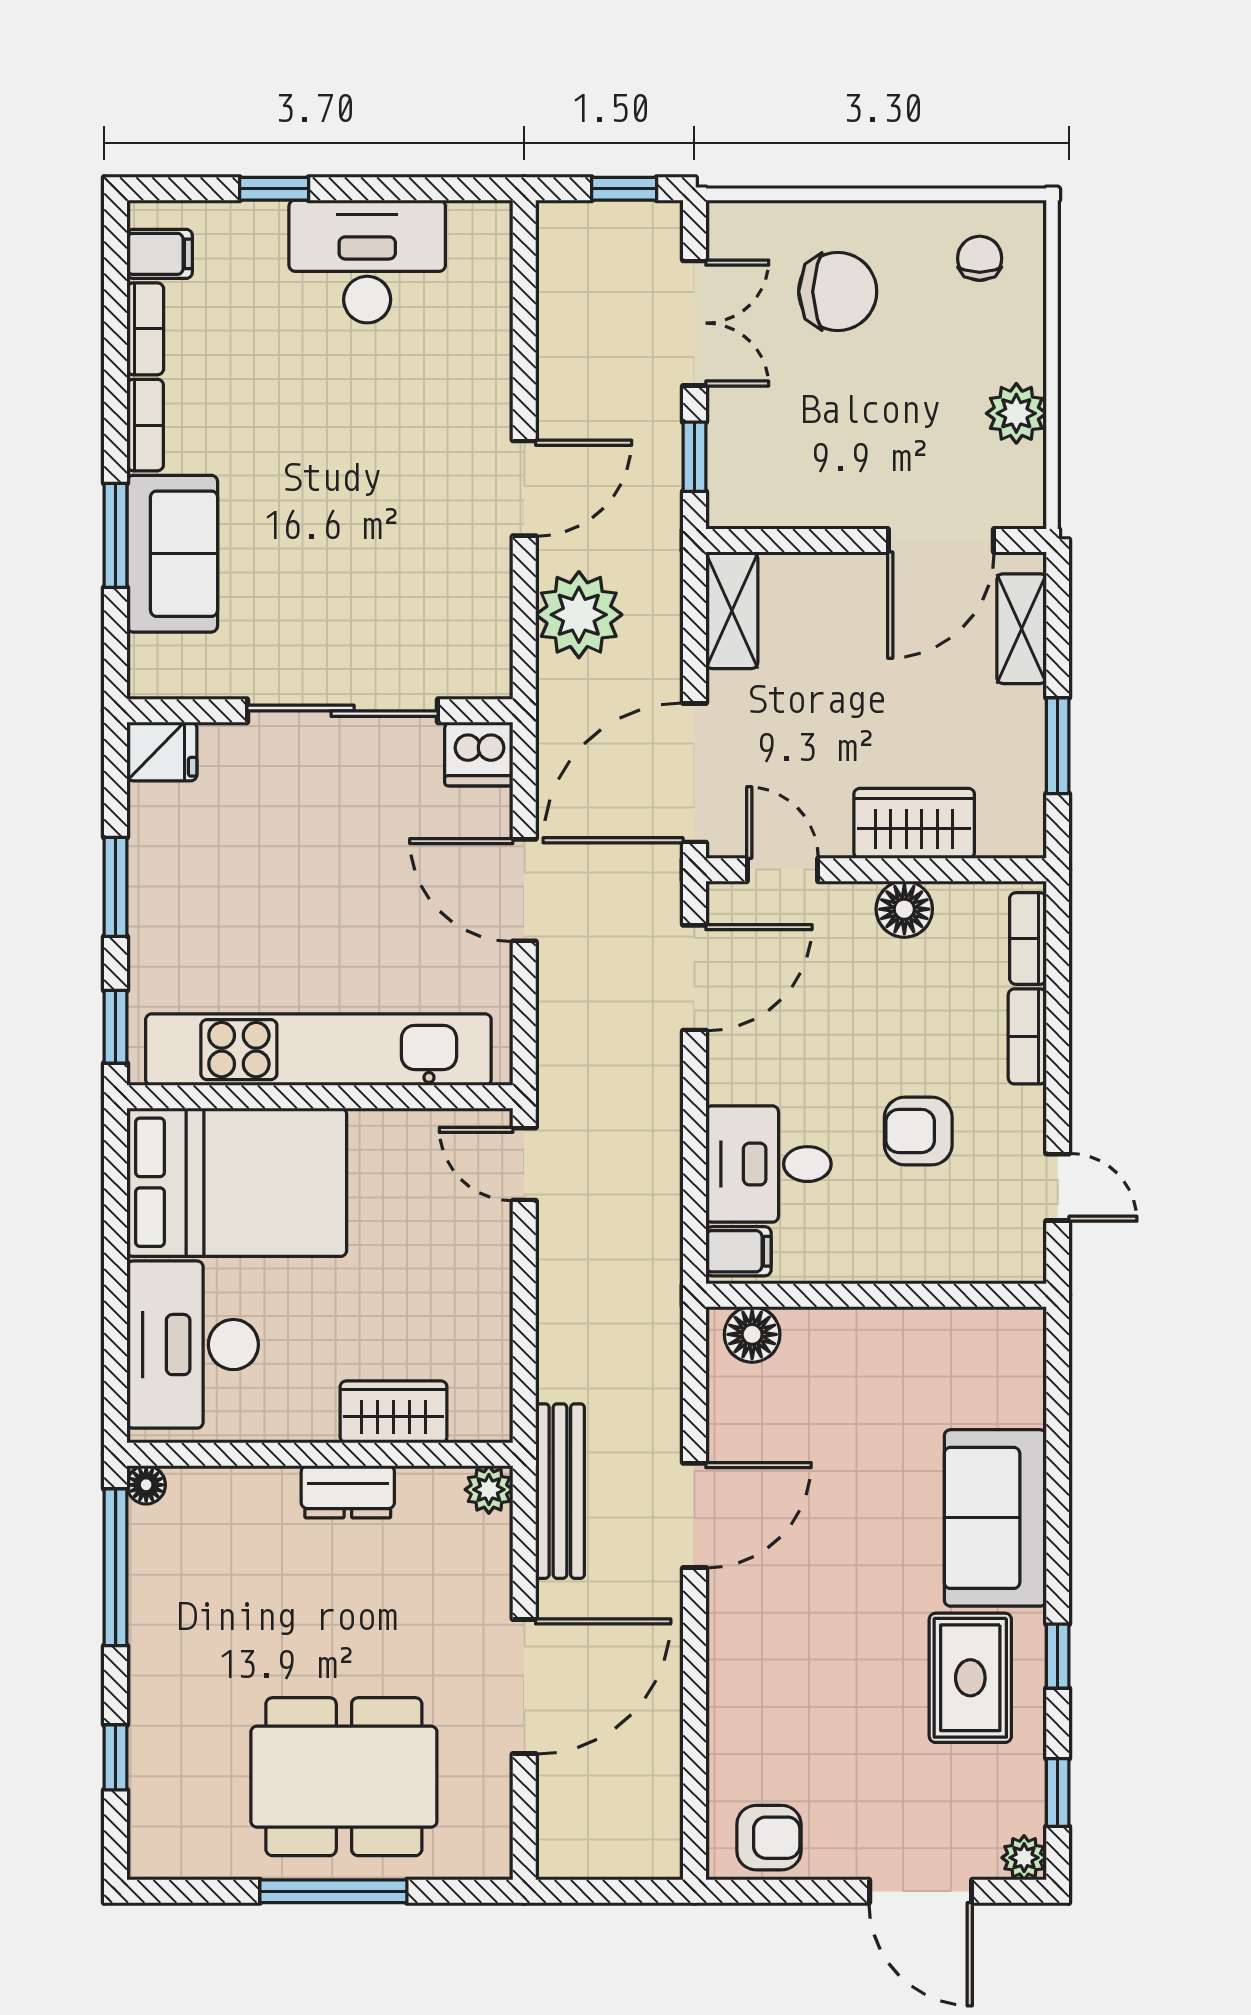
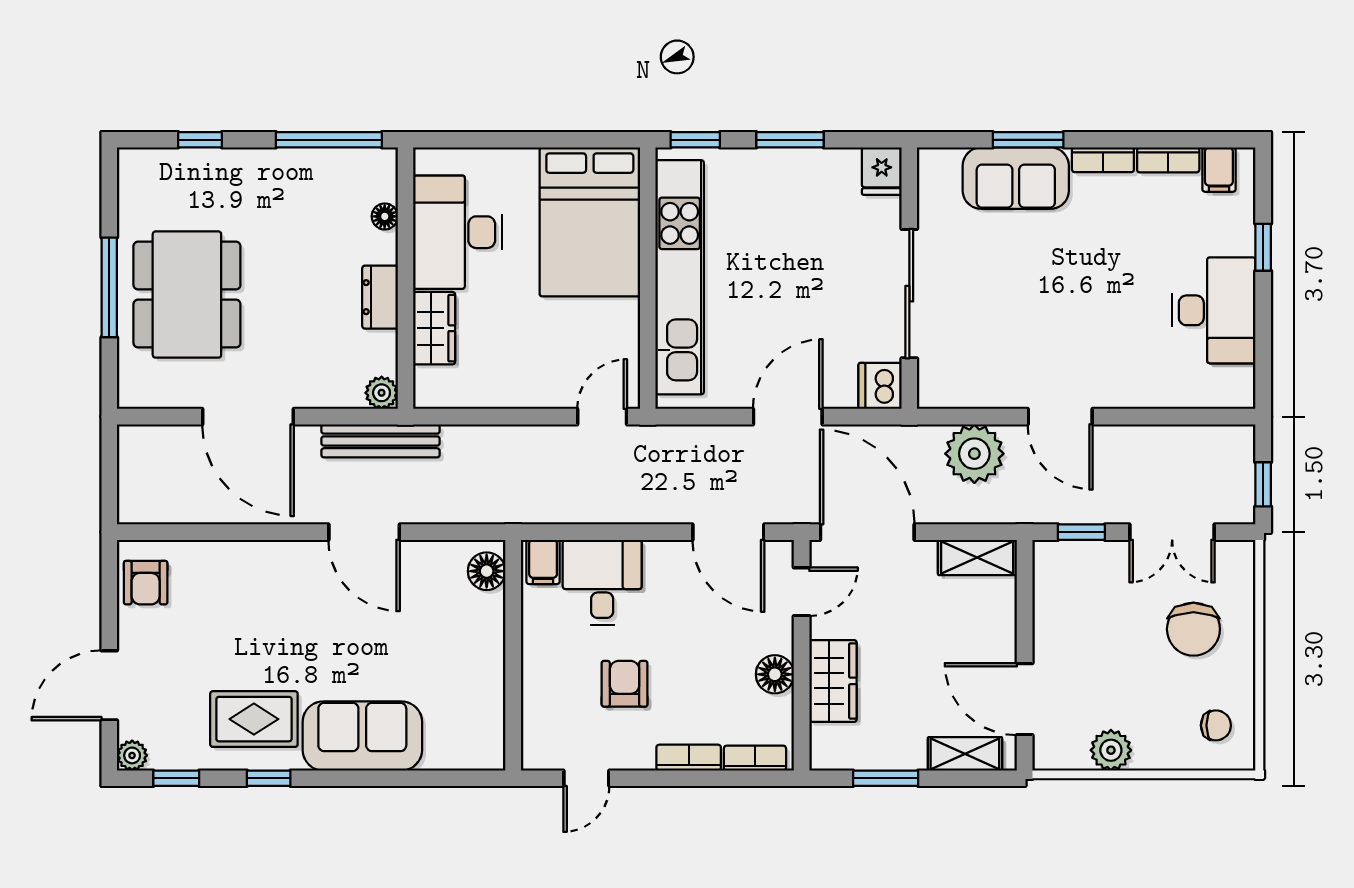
desk: (193, 1345) -> (458, 232), moved, turned -90
floor lamp: (146, 1485) -> (385, 216), moved

